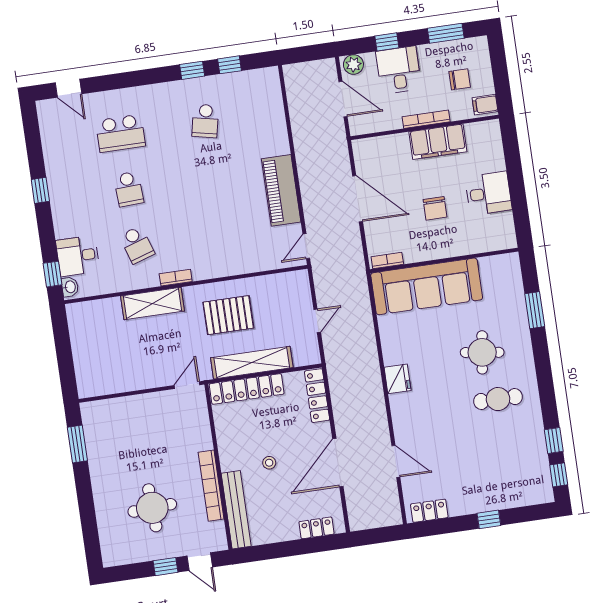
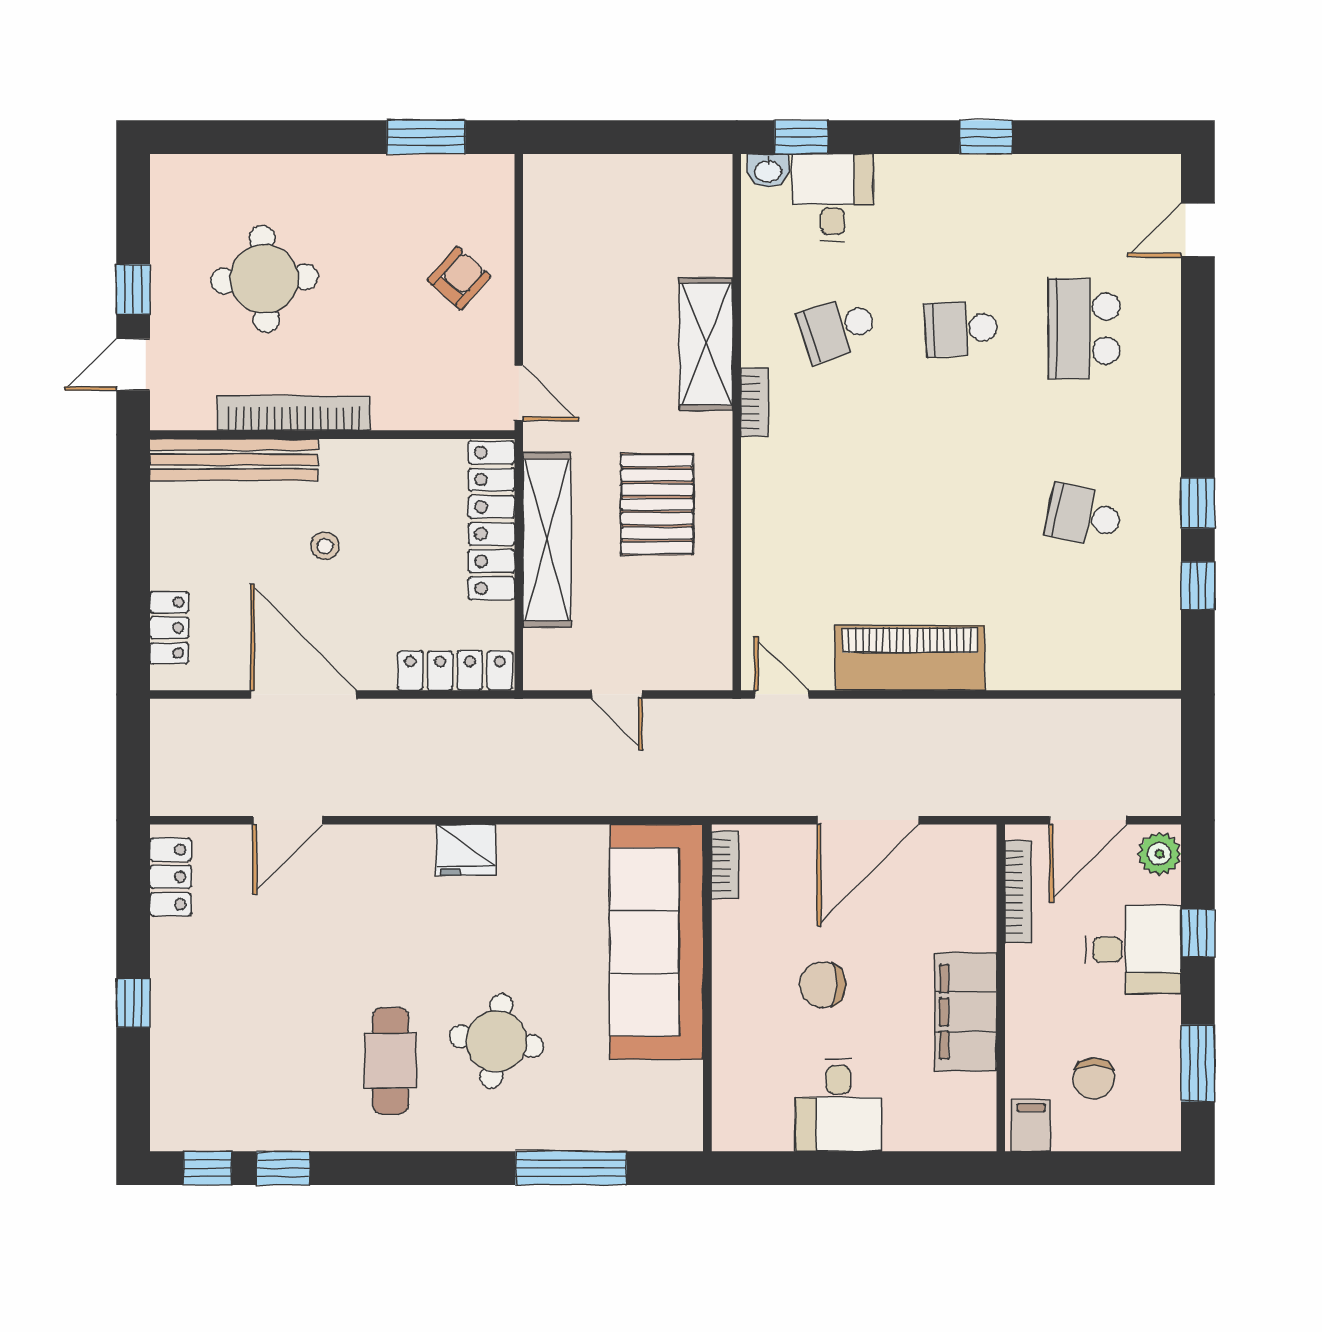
bookcase: (426, 119) -> (1018, 891), moved
window: (535, 310) -> (571, 1168), width x1.44
armchair: (139, 420) -> (459, 278), added

